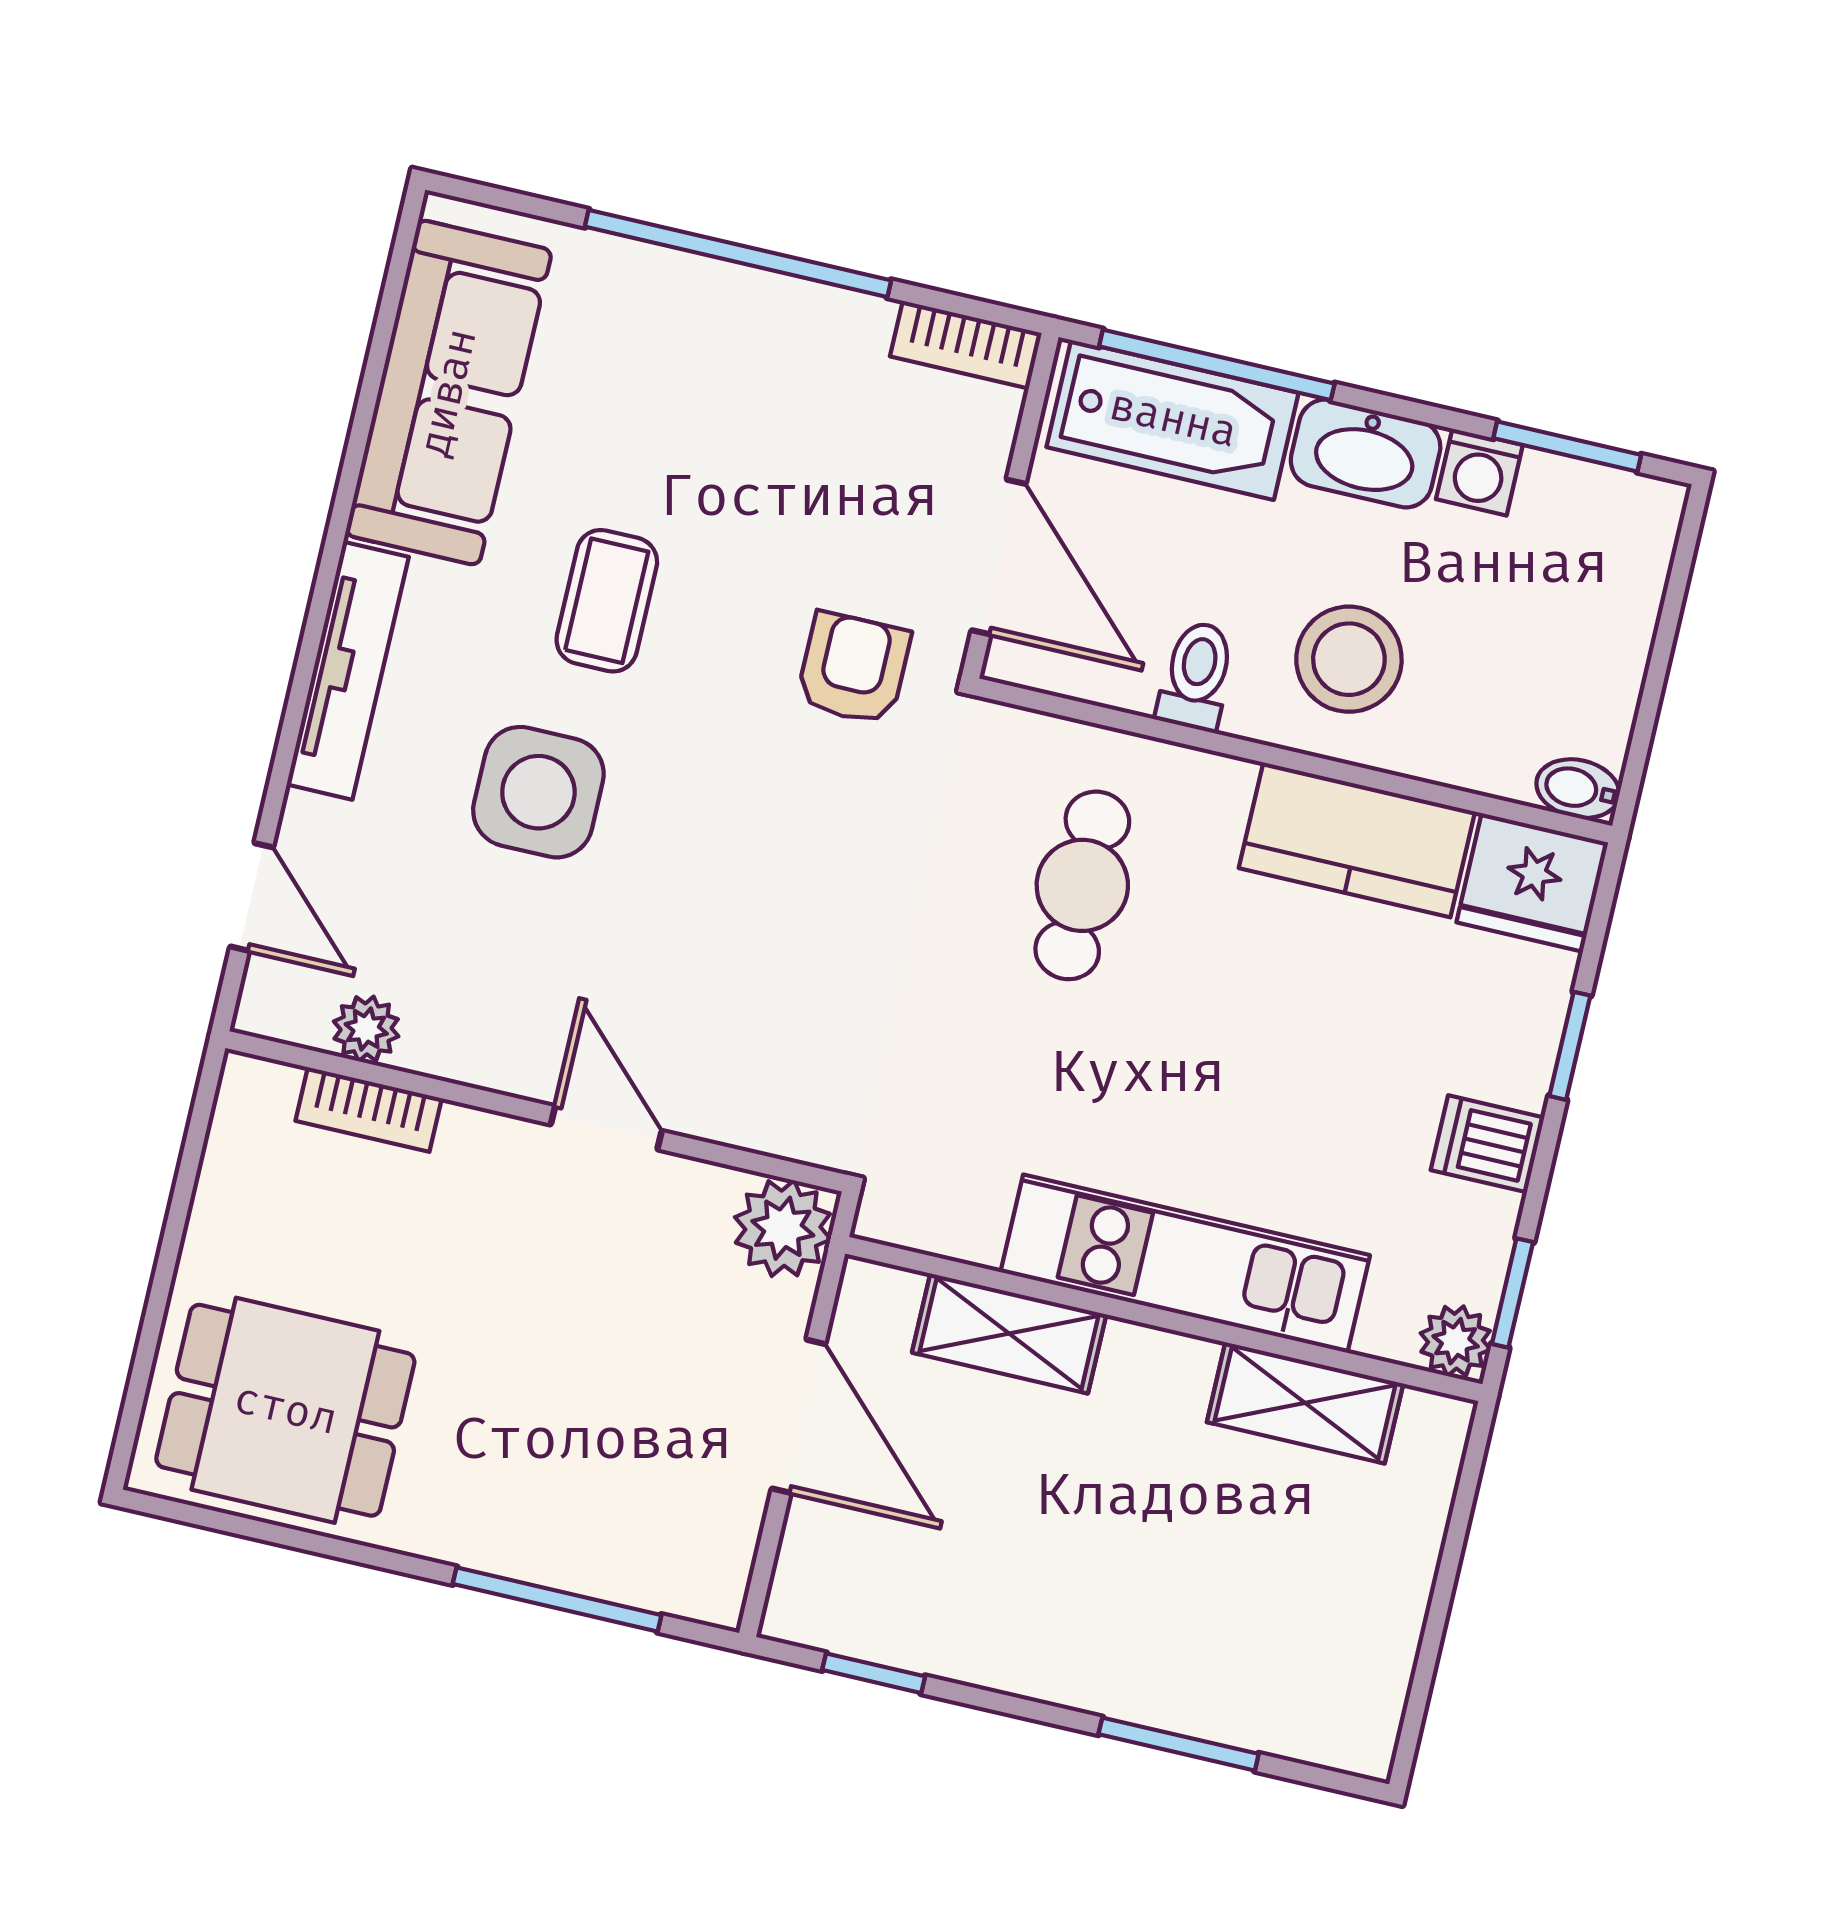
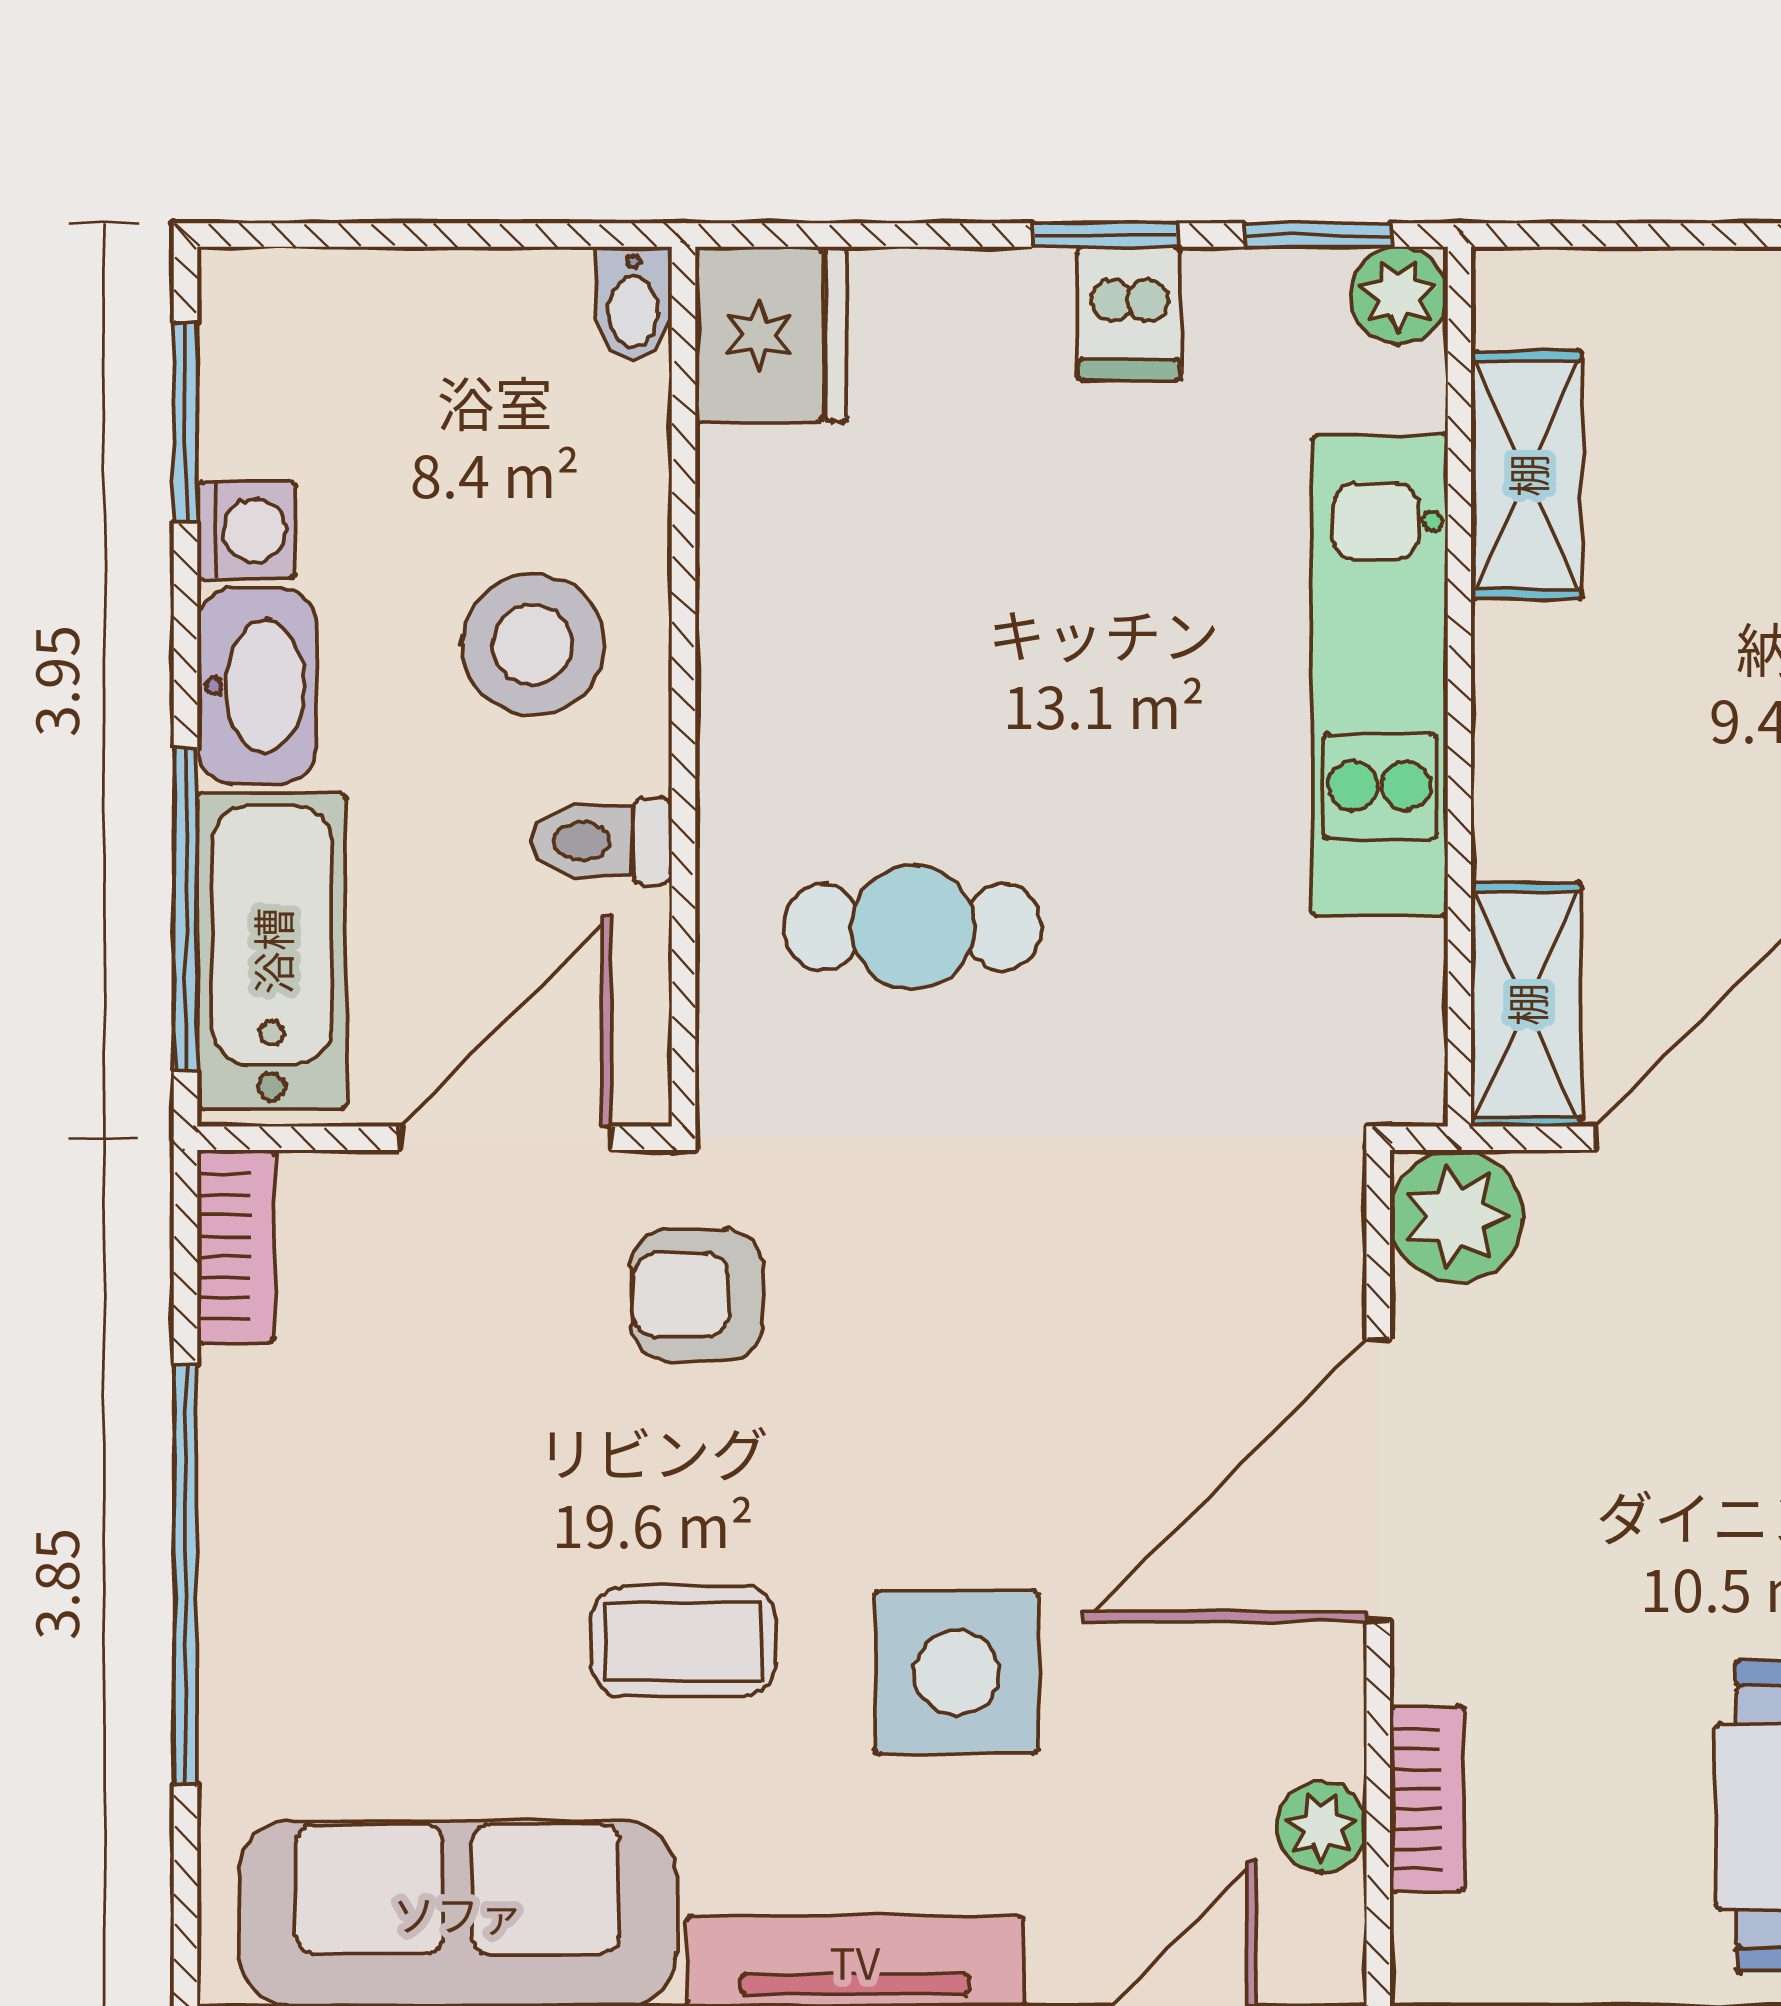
kitchen counter: (1357, 840) -> (769, 579), removed
window: (1570, 1046) -> (1105, 235), moved
door: (606, 1128) -> (1378, 1480), width x1.87
shelving: (1009, 1334) -> (1526, 1004), moved

